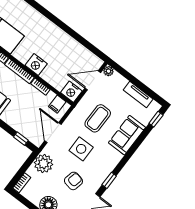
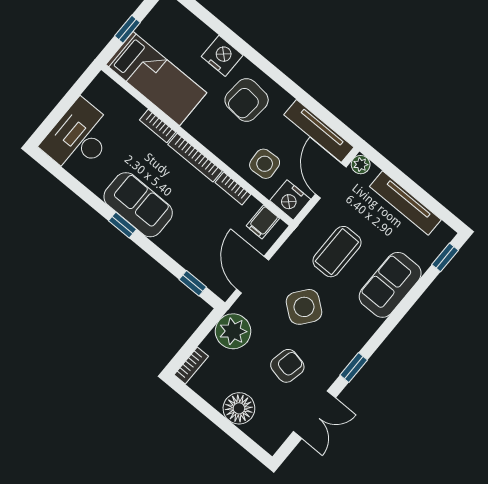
armchair: (46, 39) -> (247, 100), added
tv unit: (85, 54) -> (319, 131), added
nightstand: (36, 64) -> (222, 56), moved, turned 180
side table: (57, 73) -> (265, 164), added
door: (93, 80) -> (331, 181), hinge flipped
tv unit: (138, 94) -> (405, 203), width x1.41
side table: (81, 149) -> (304, 307), turned 38

